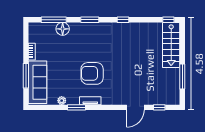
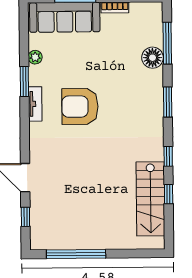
window: (168, 20) -> (169, 194), moved
stairs: (171, 45) -> (150, 199), moved, turned -90
armchair: (92, 73) -> (80, 106), turned -90
window: (182, 77) -> (76, 254), width x1.46

